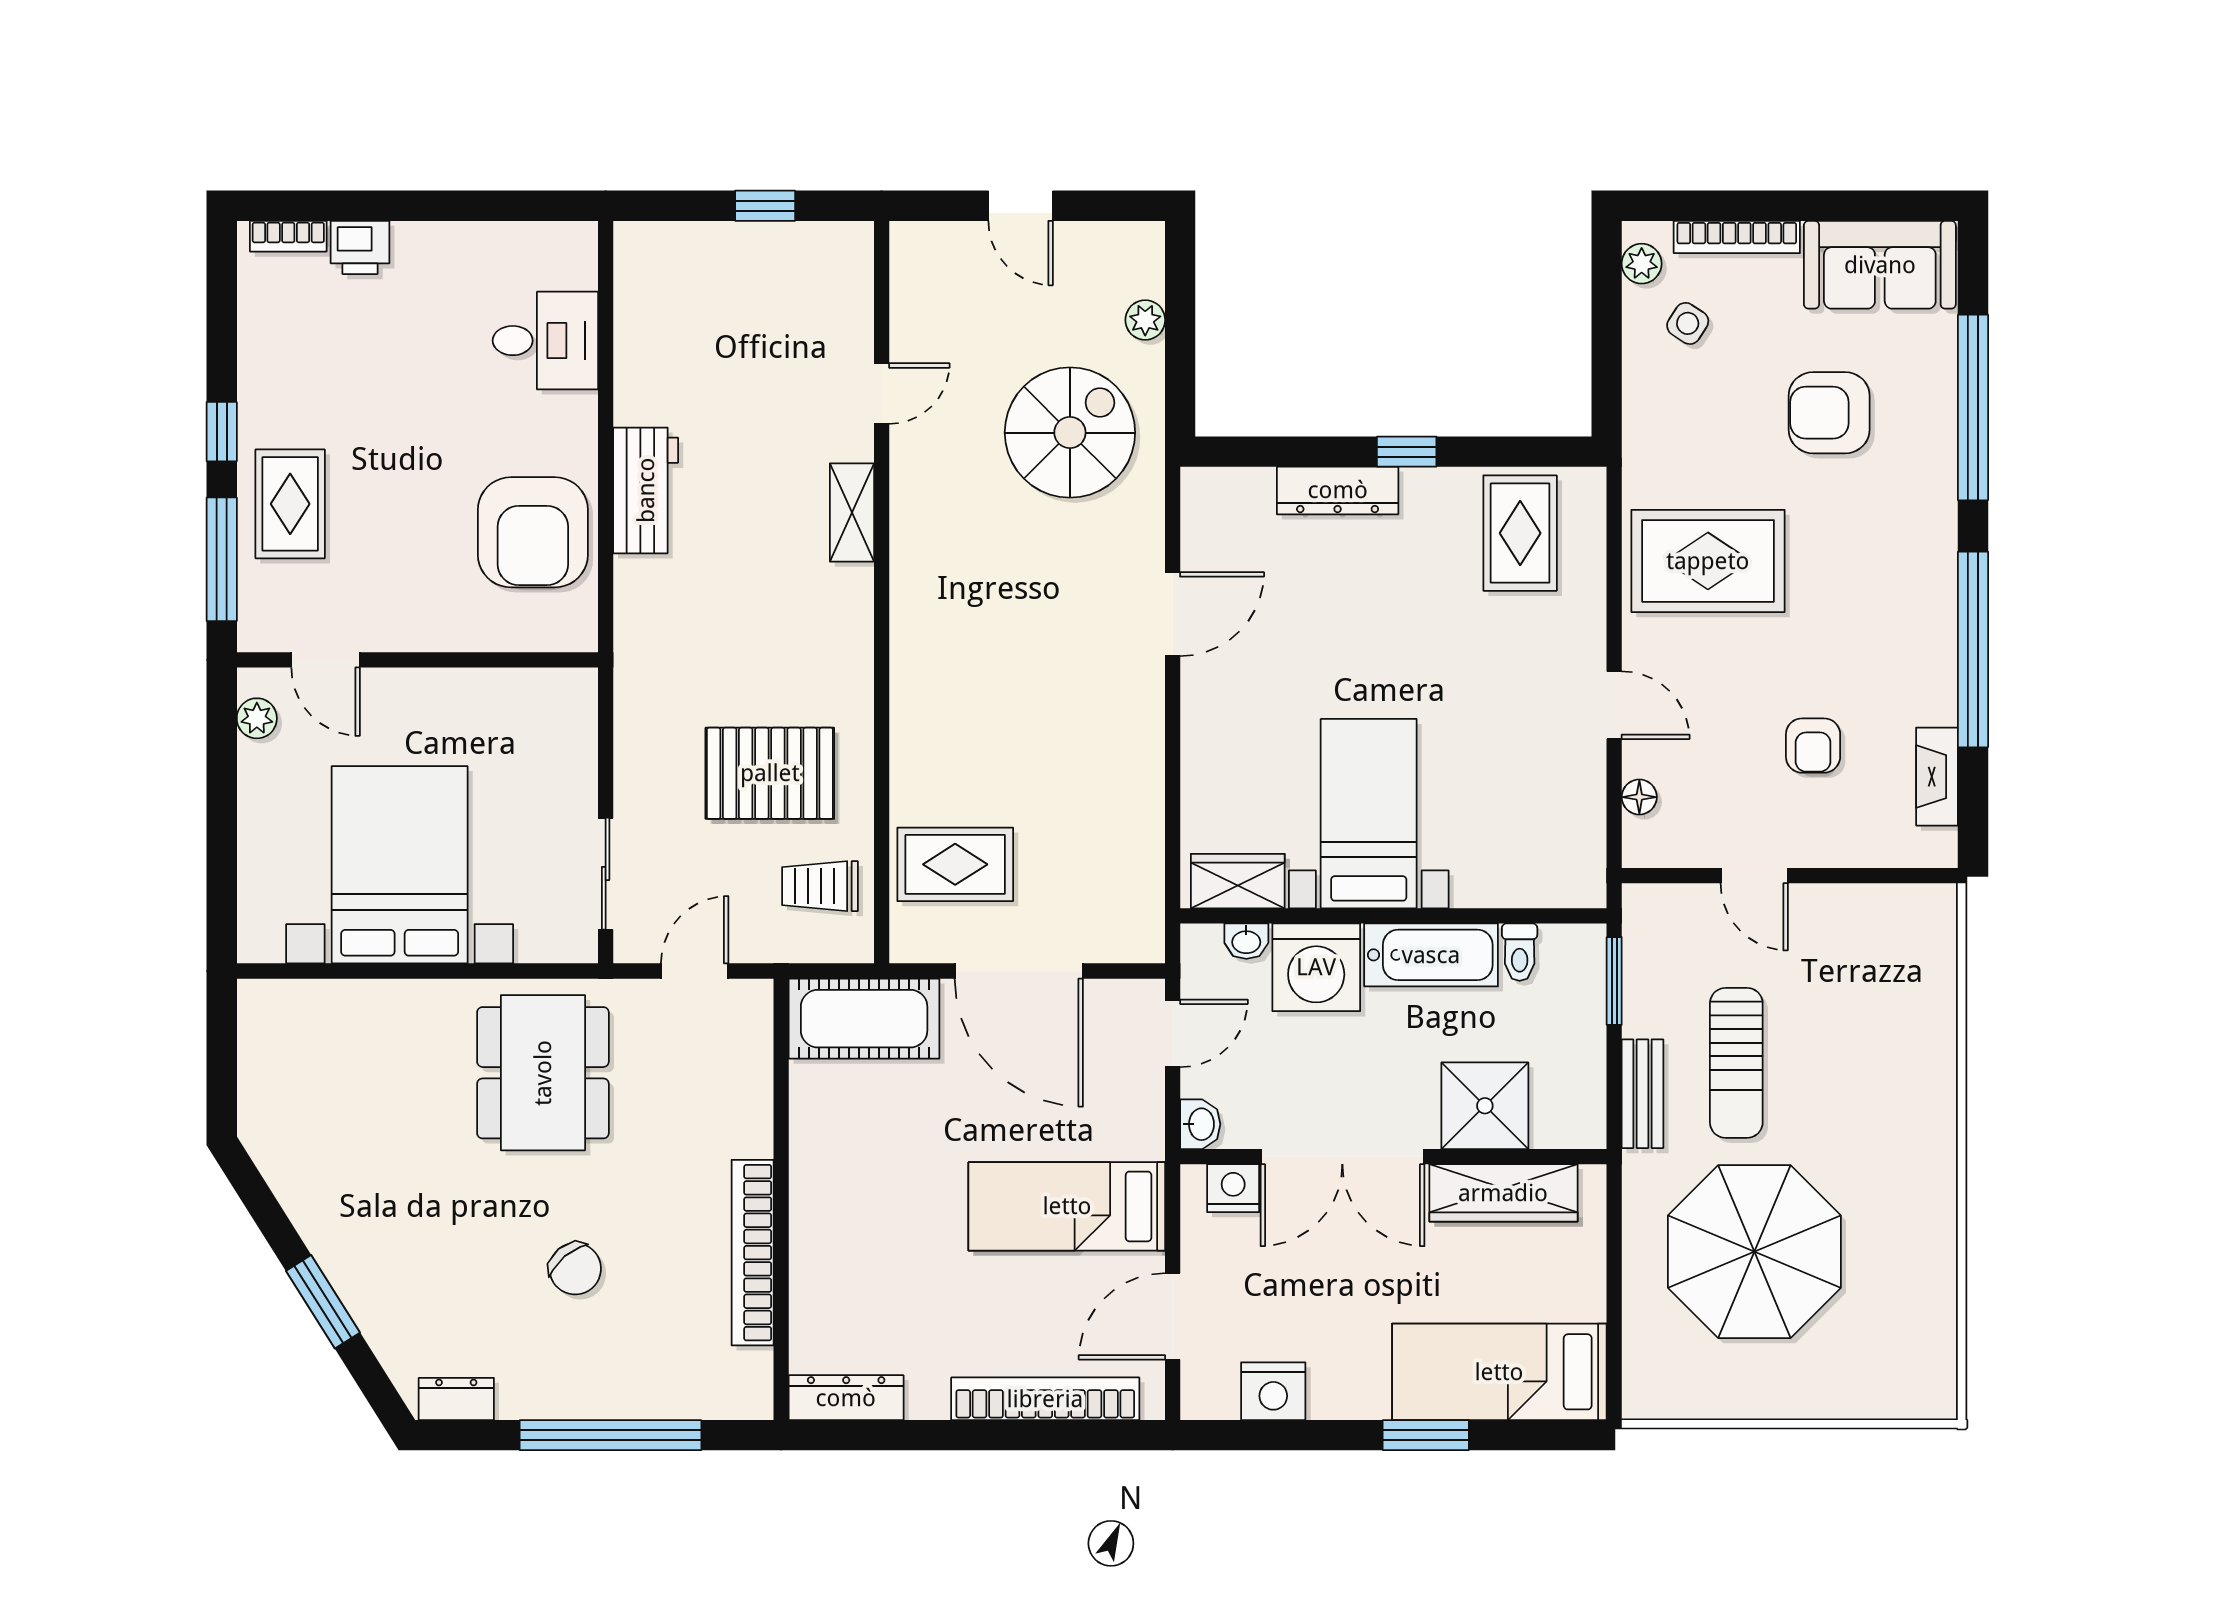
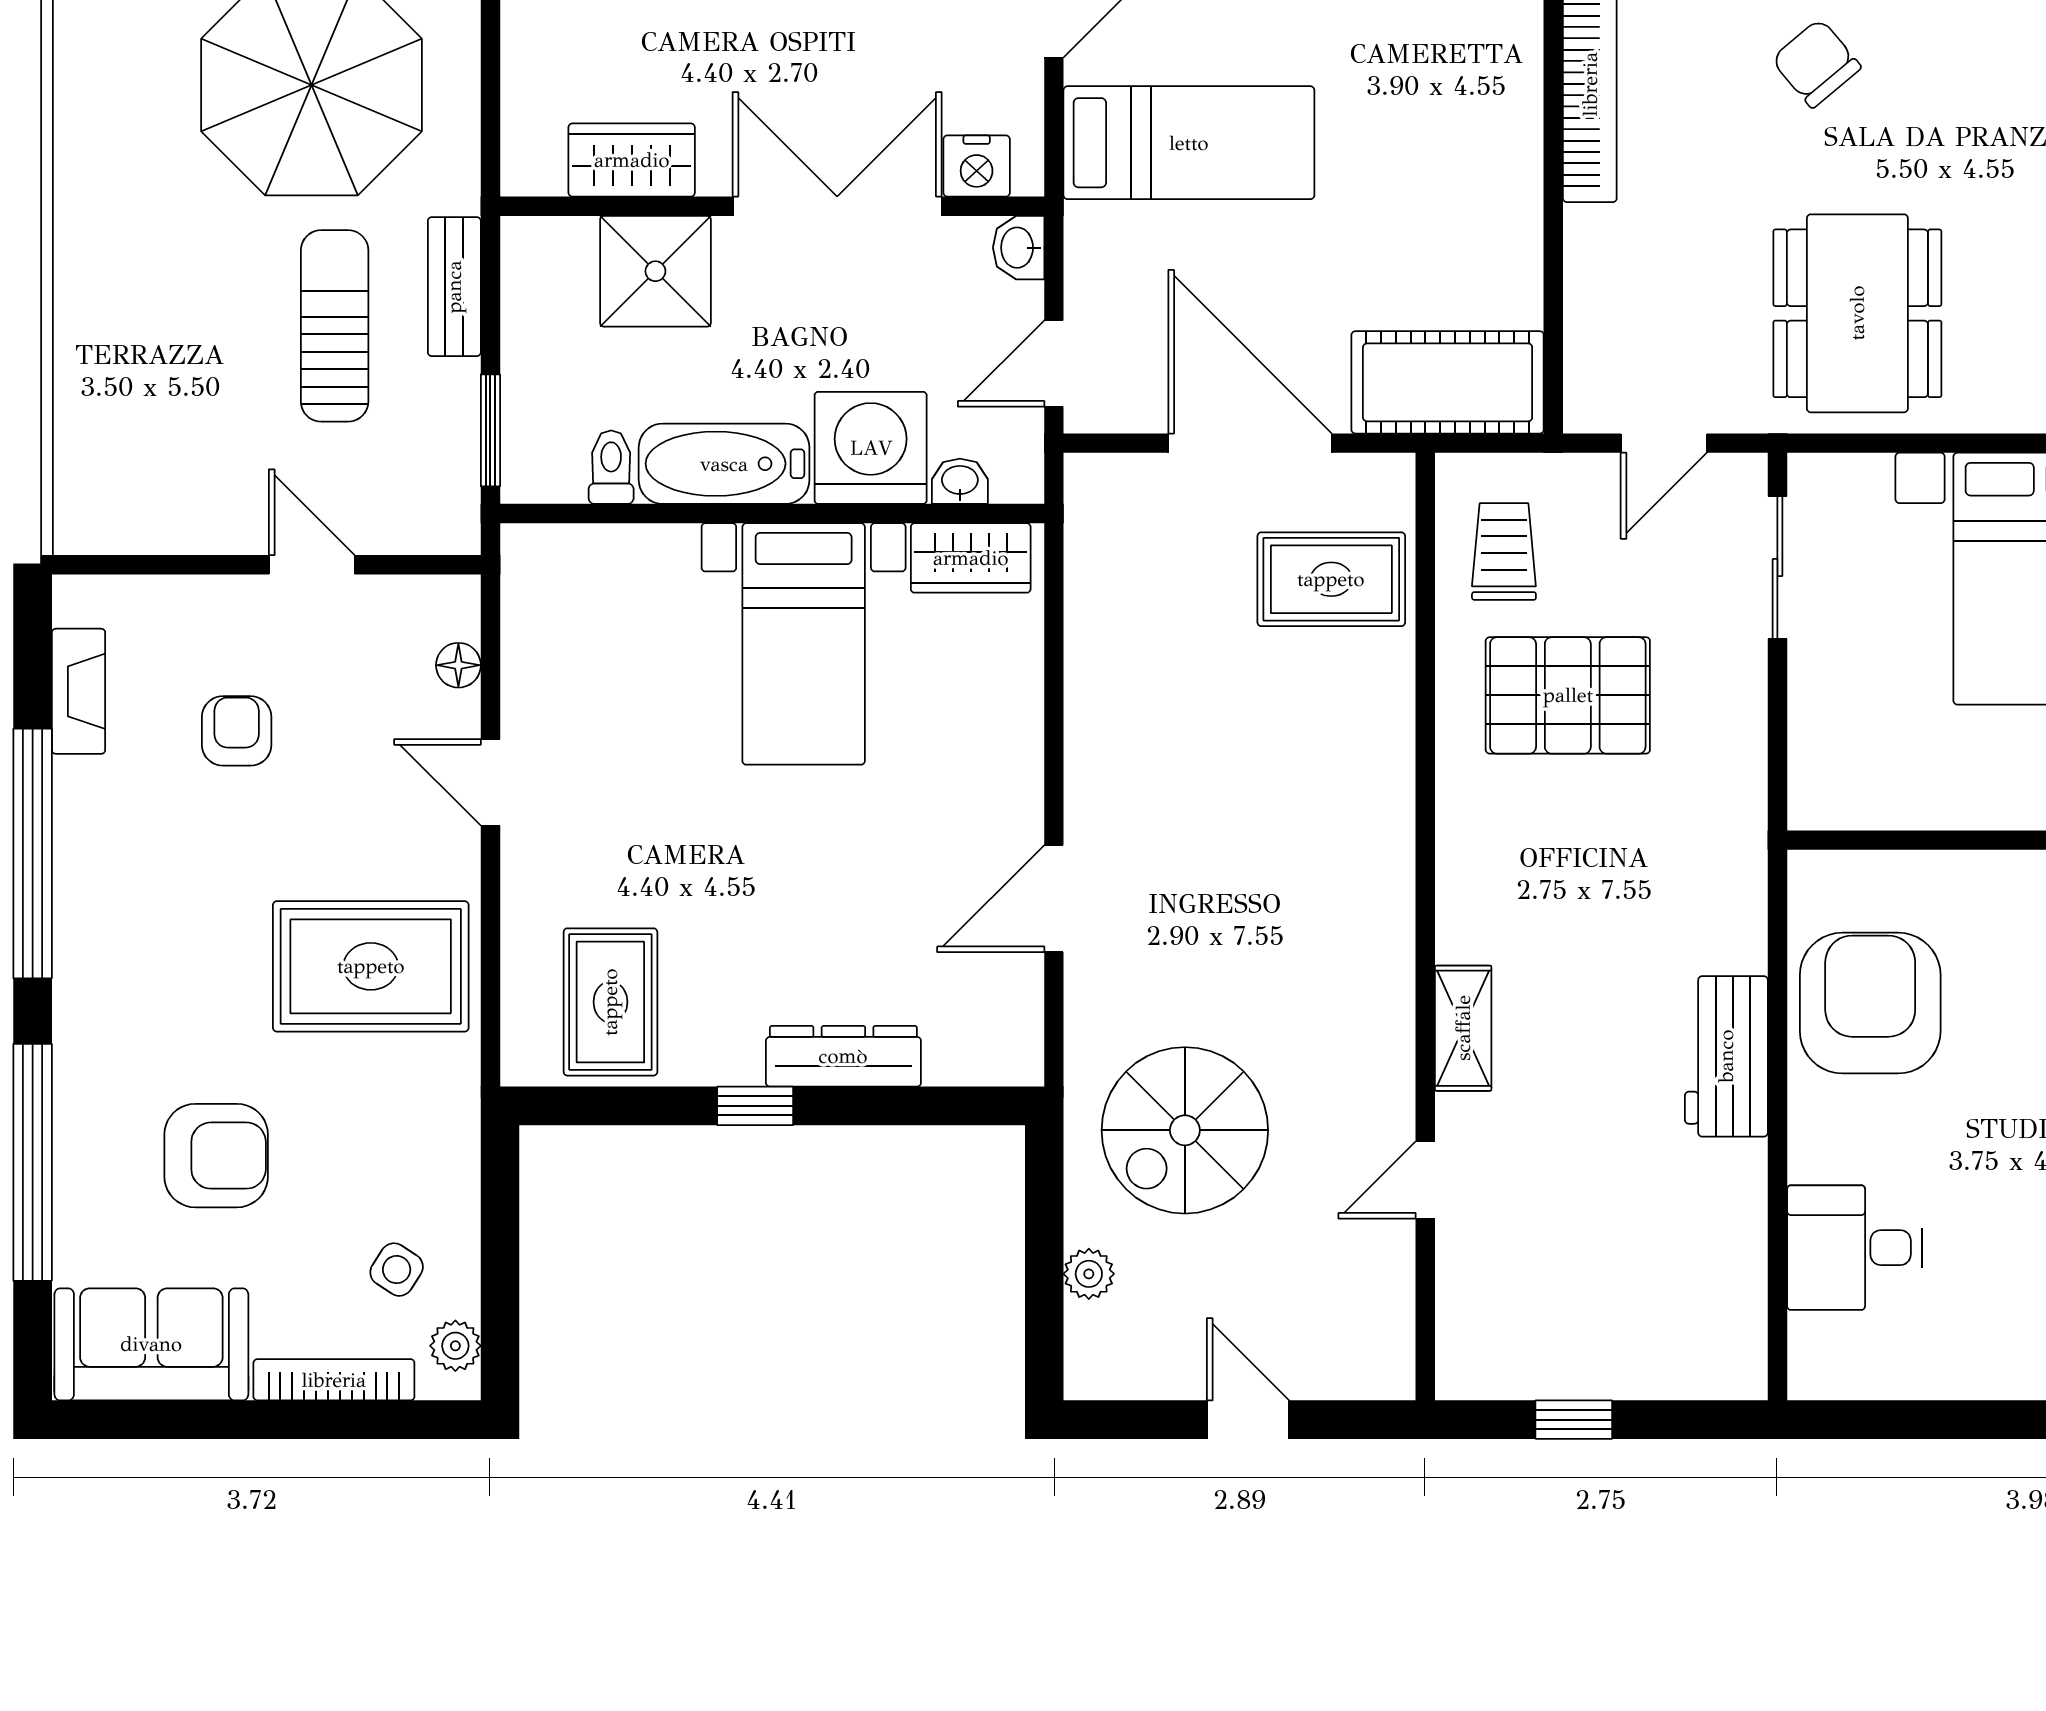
trolley: (820, 886) -> (1504, 552), turned -90
wardrobe: (1503, 1193) -> (632, 160), width x0.67

